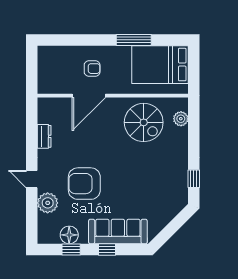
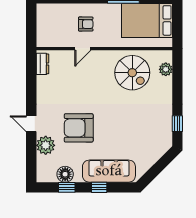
door: (89, 96) -> (83, 49), width x0.53
dresser: (44, 136) -> (42, 64), moved

